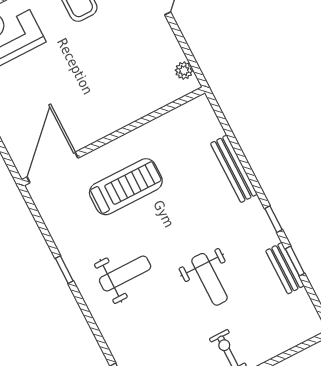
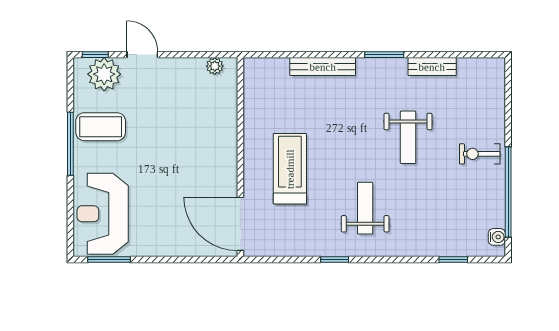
window: (273, 219) -> (384, 55), width x1.50
window: (295, 261) -> (430, 55), removed
weight bench: (209, 279) -> (408, 137), turned 90

